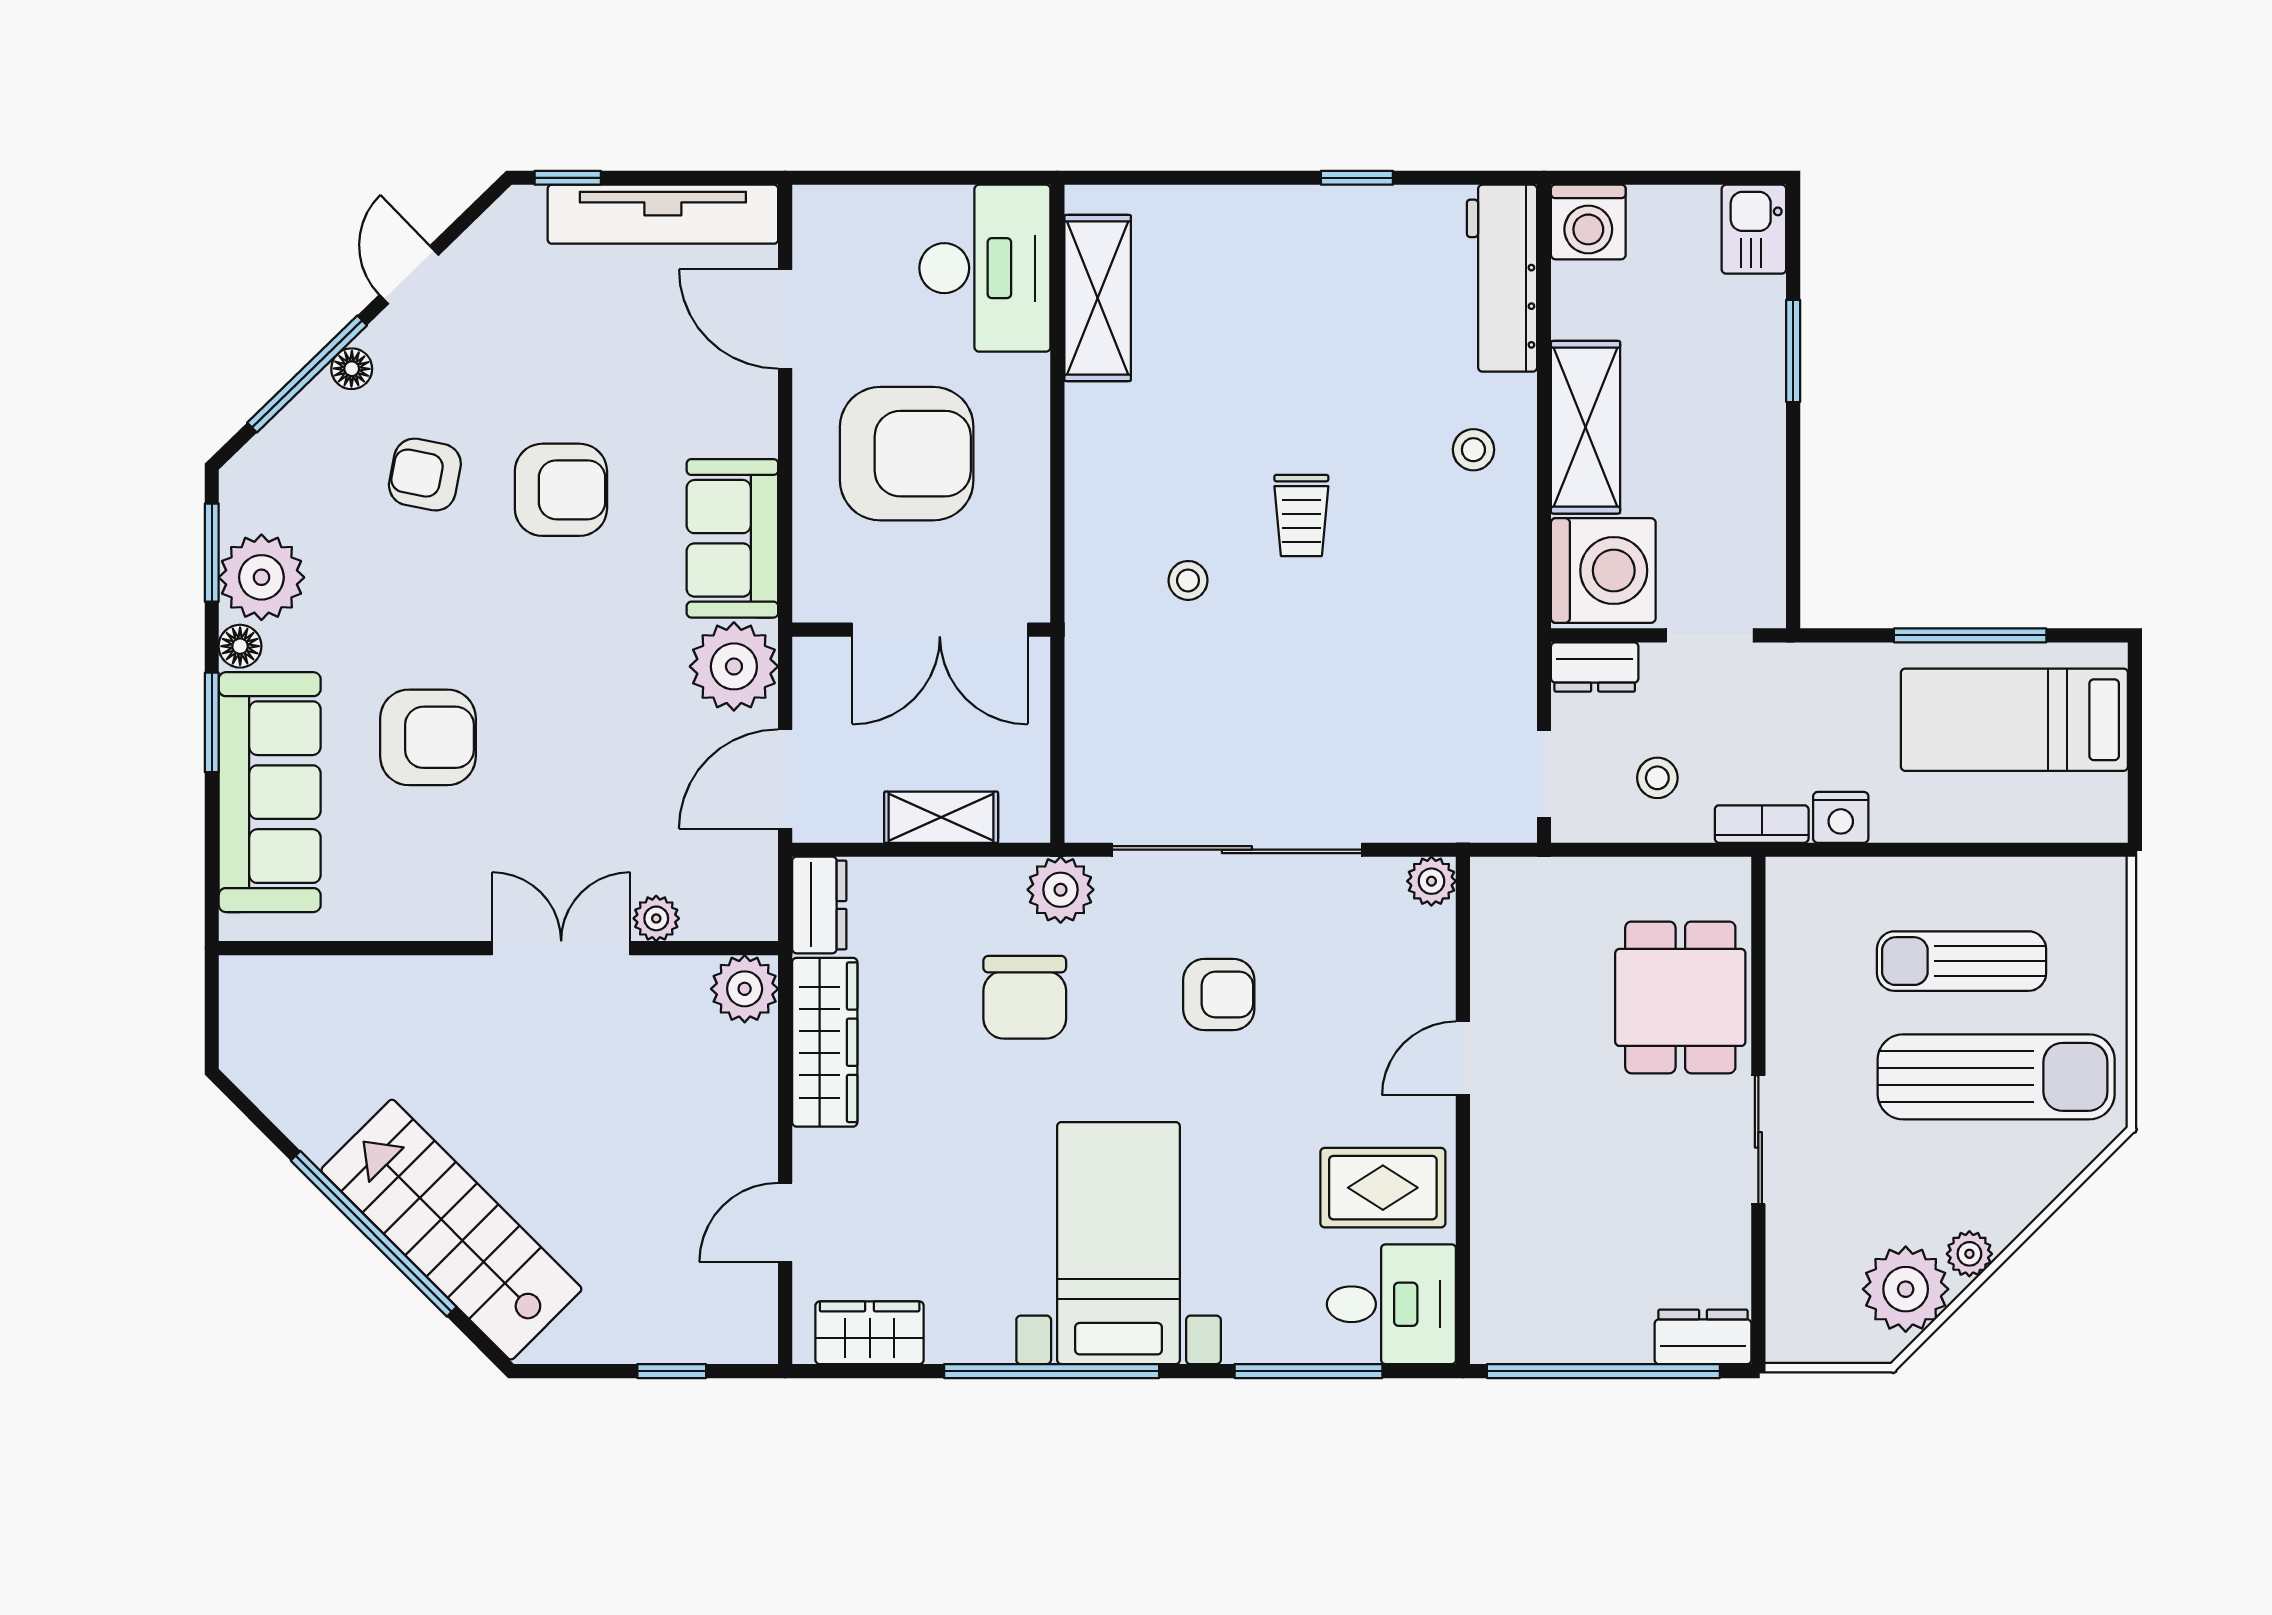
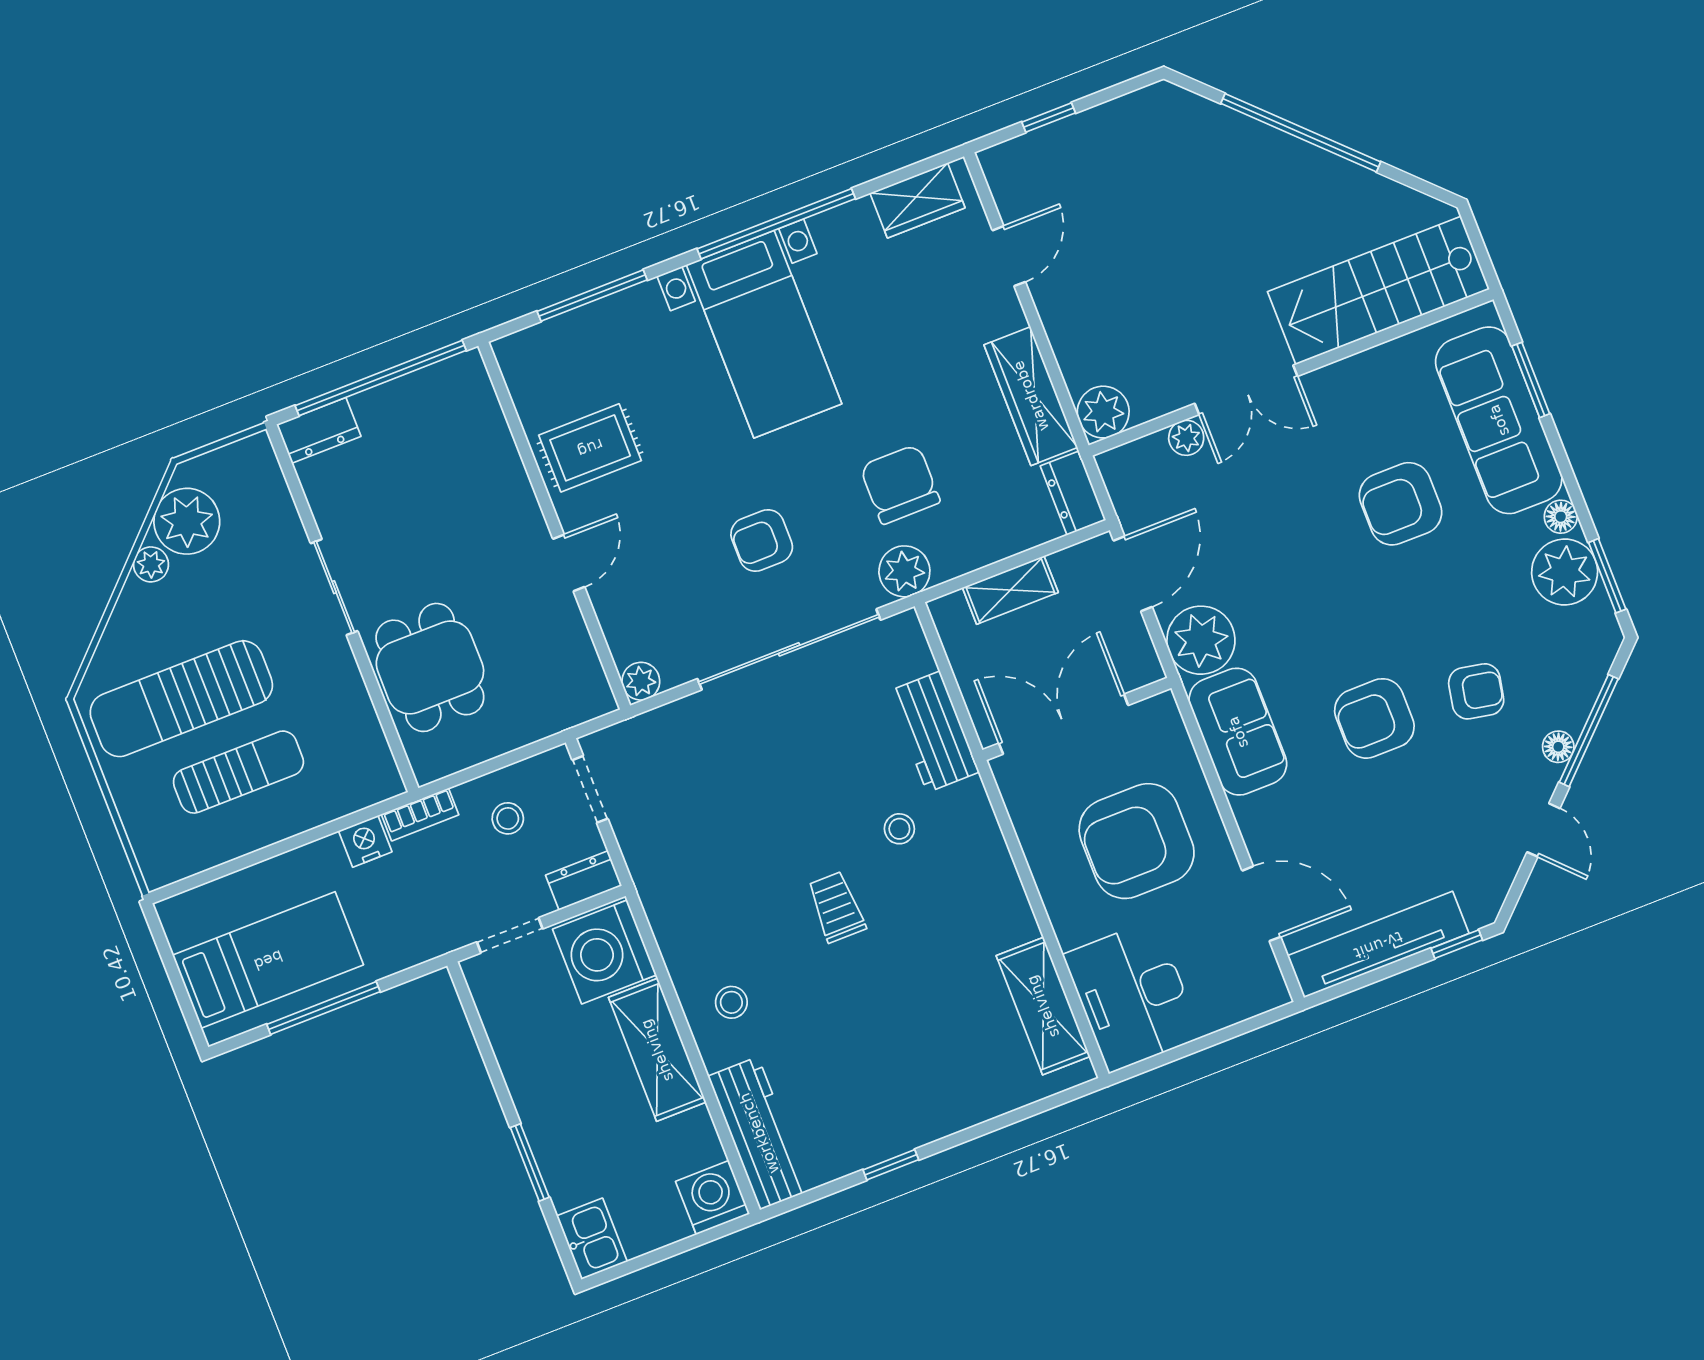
workbench: (1101, 682) -> (934, 732), added
window: (212, 722) -> (1531, 380), moved
stairs: (451, 1230) -> (1379, 290), moved, turned 135
desk: (1391, 1304) -> (551, 367), removed

